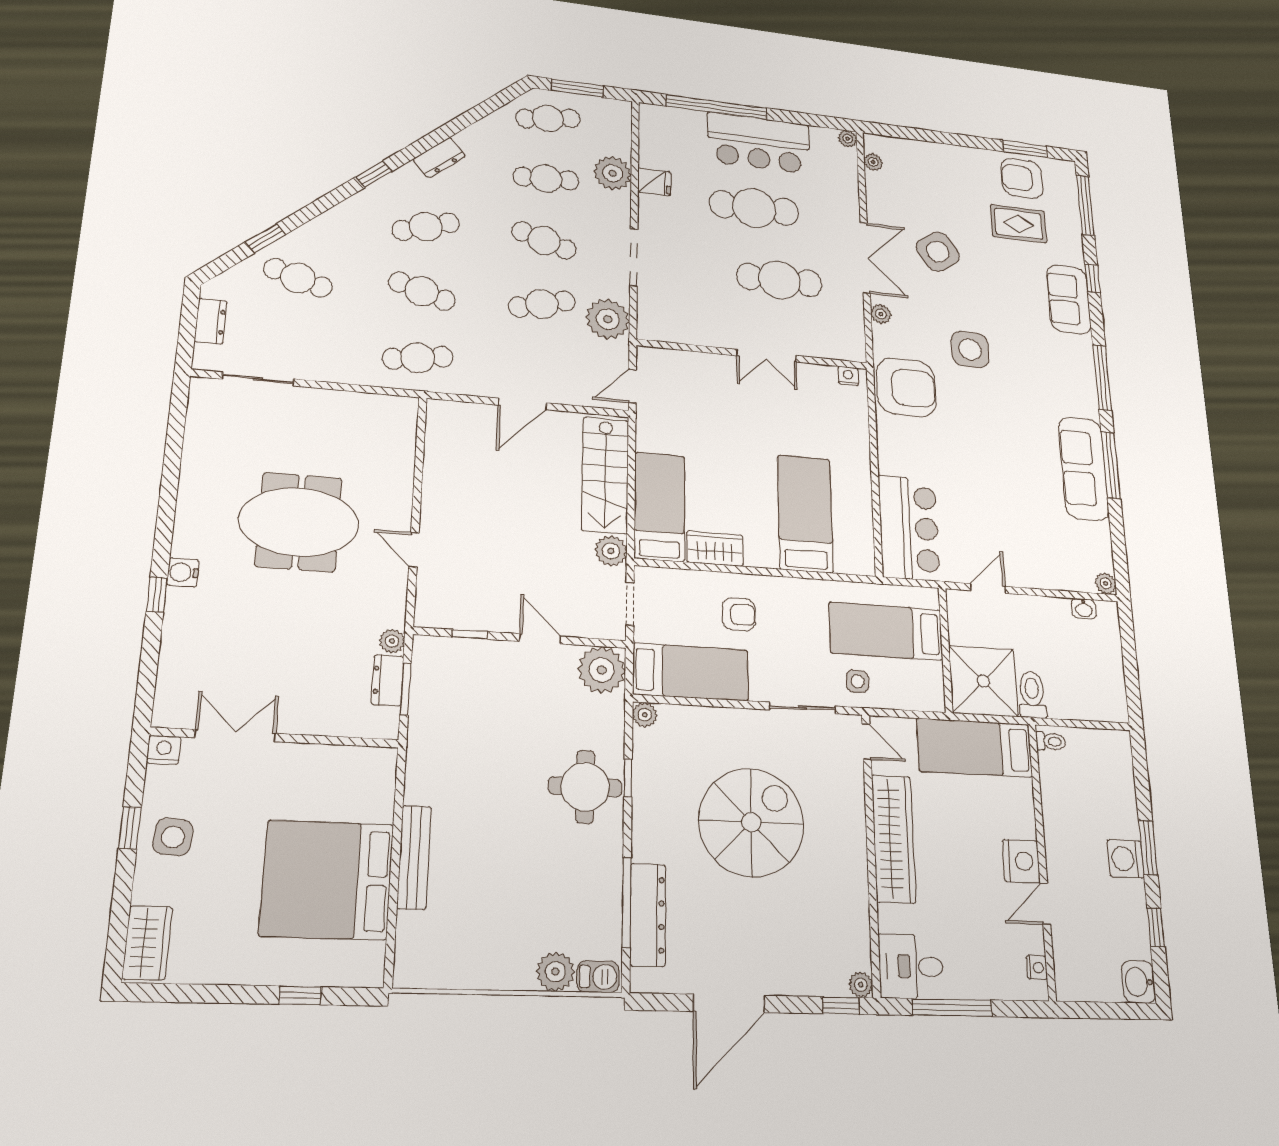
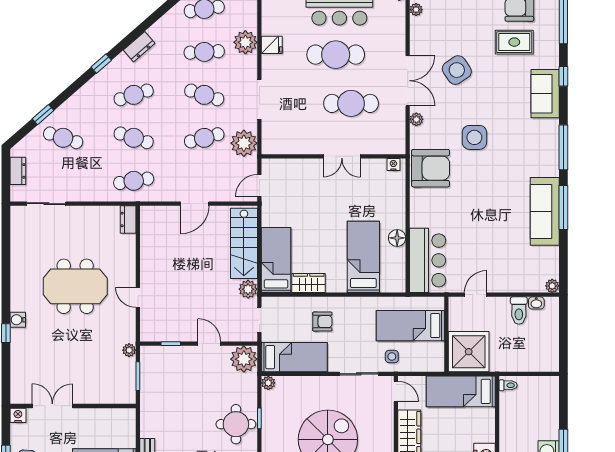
floor lamp: (859, 489) -> (397, 238), added
dresser: (387, 680) -> (128, 219), moved
toilet: (1032, 695) -> (519, 311), moved, turned 180

